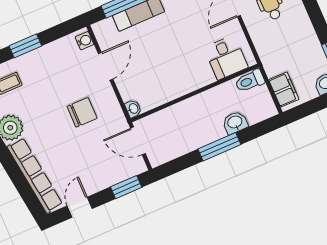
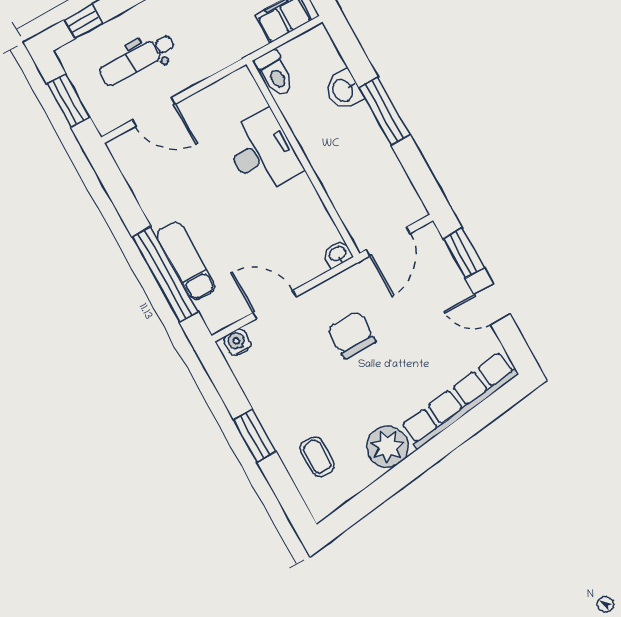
desk: (226, 58) -> (262, 152), moved, width x1.37
door: (80, 207) -> (492, 304), moved

